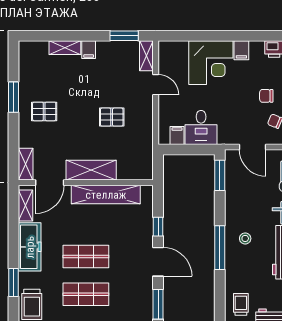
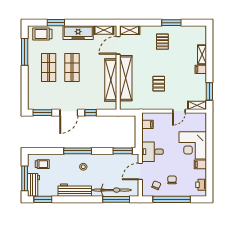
desk: (201, 127) -> (152, 152), moved
shelving: (91, 170) -> (126, 78), width x1.47
door: (50, 183) -> (118, 45), hinge flipped

